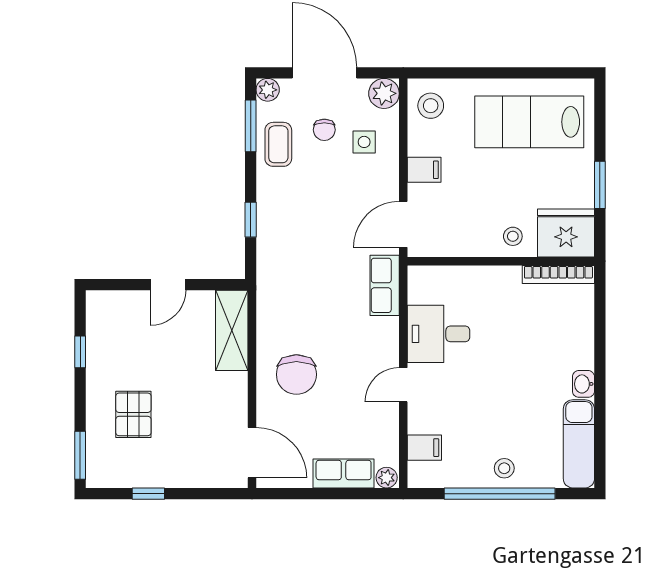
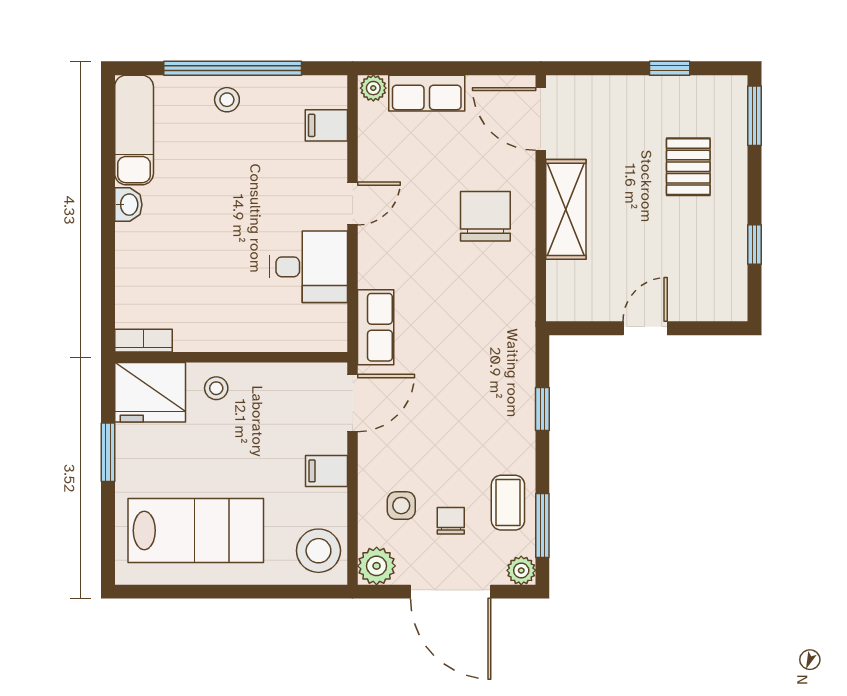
stool: (431, 106) -> (318, 551), width x1.38, depth x1.38
bookcase: (558, 274) -> (143, 341), width x0.64
shelving: (232, 330) -> (566, 209), moved

